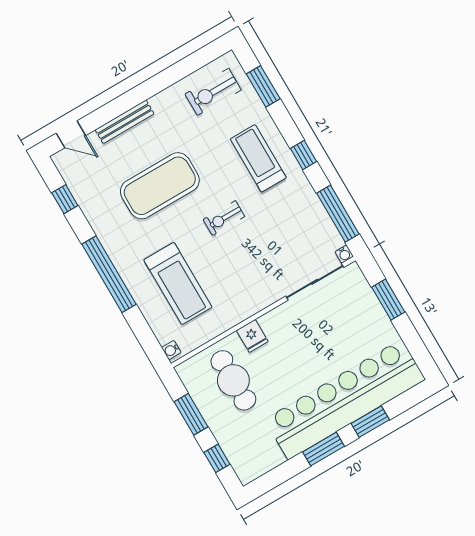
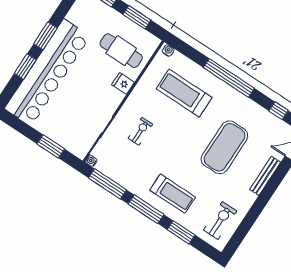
window: (263, 86) -> (181, 232), moved
window: (304, 155) -> (146, 209), width x2.17
exercise bike: (224, 218) -> (140, 131), moved

